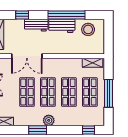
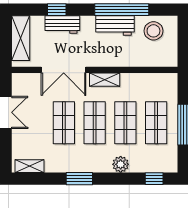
workbench: (36, 25) -> (62, 24), moved
shelving: (92, 63) -> (105, 80), moved
plant: (49, 120) -> (121, 164), moved

